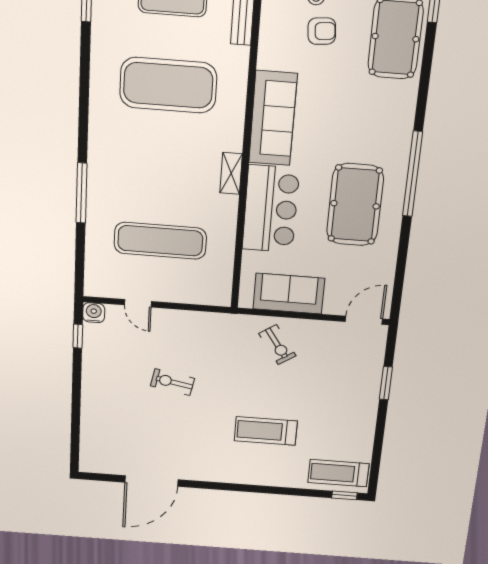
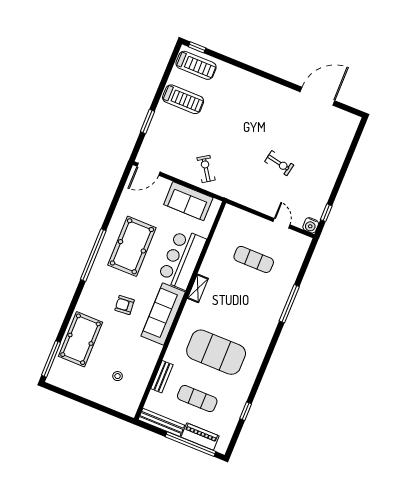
armchair: (322, 31) -> (125, 305), moved
exercise mat: (160, 241) -> (254, 259), width x0.73, depth x0.69
treadmill: (266, 431) -> (183, 99), moved

